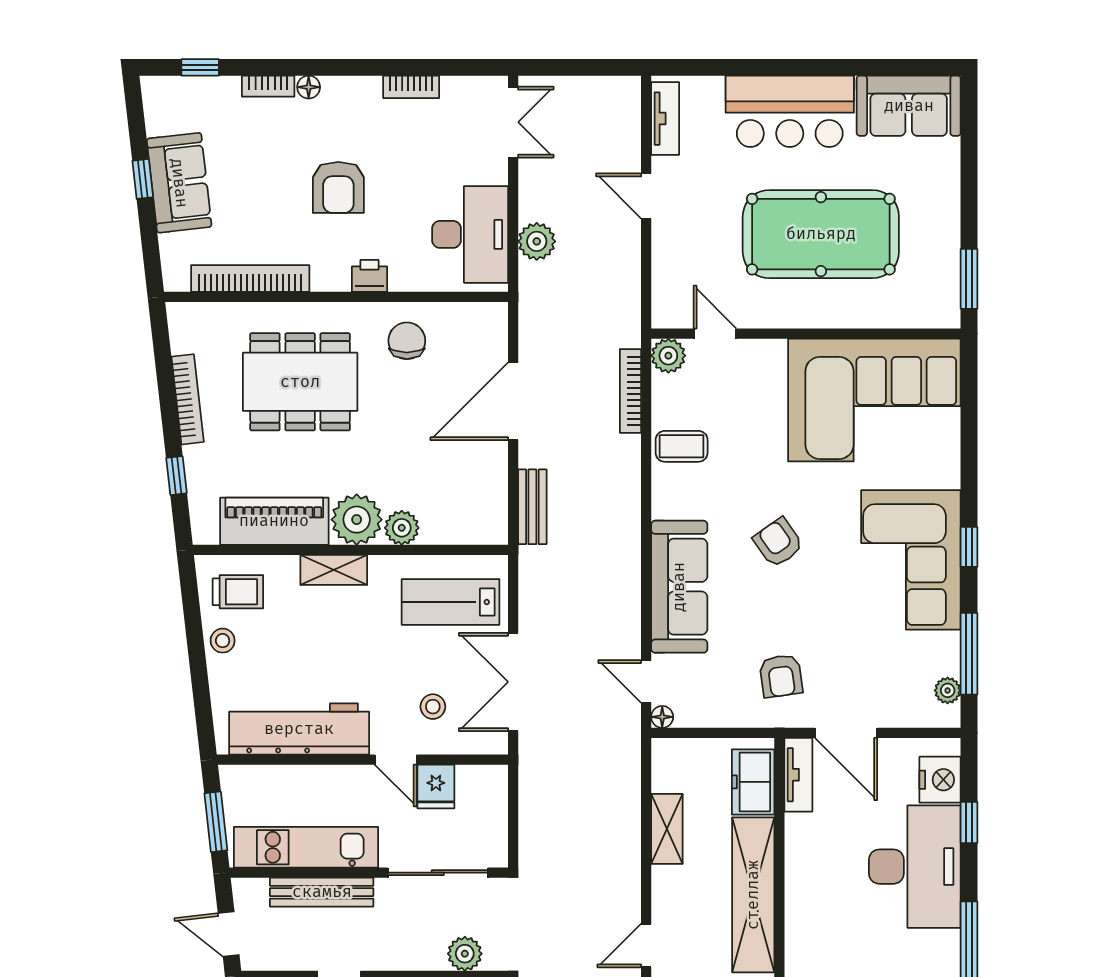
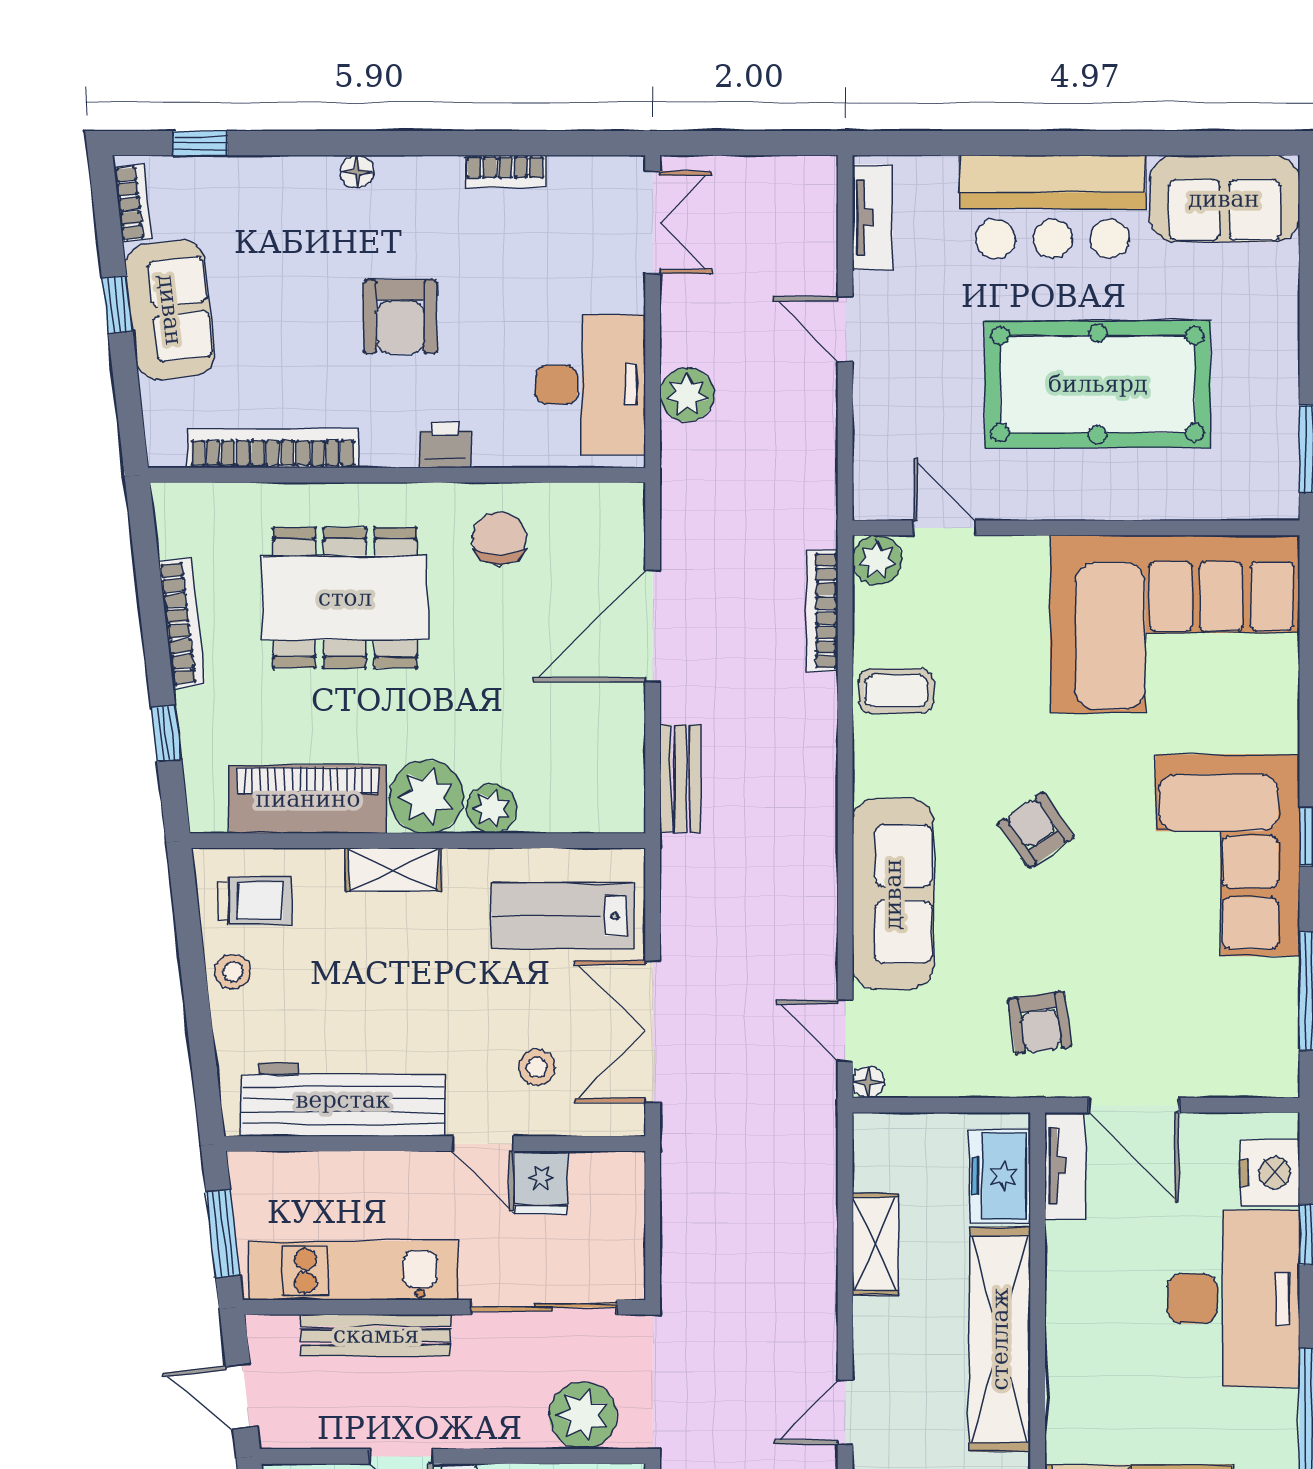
bookcase: (268, 86) -> (133, 203), moved, turned -96
plant: (948, 690) -> (1281, 1044), removed
plant: (465, 954) -> (583, 1415), width x1.36, depth x1.36

